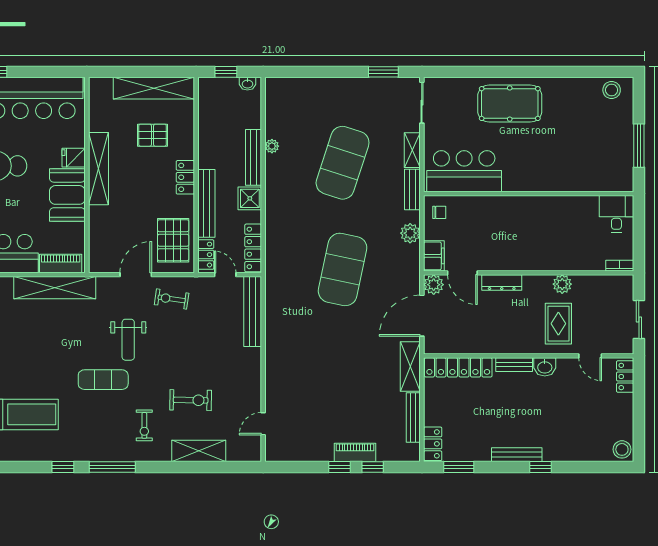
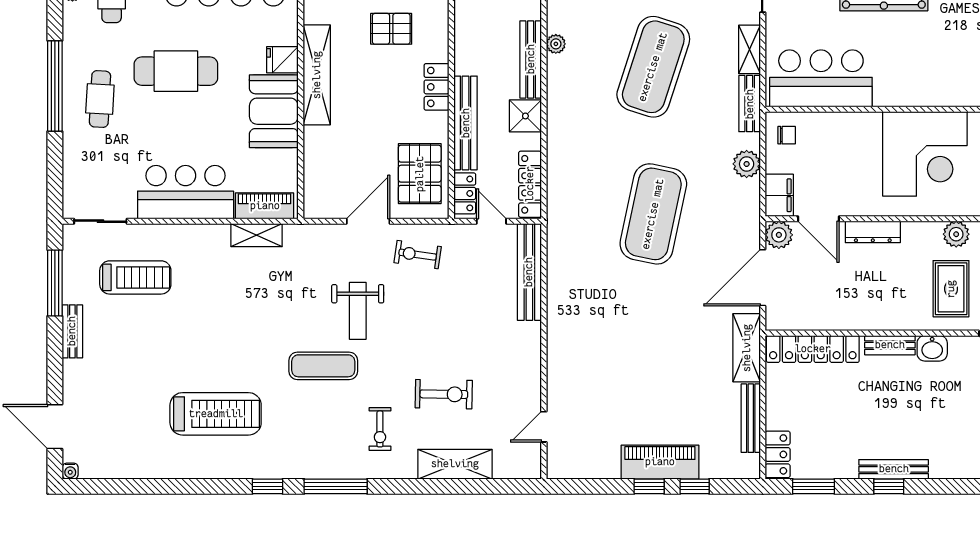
corner desk: (540, 226) -> (925, 154), added
shelving: (55, 288) -> (257, 235), width x0.45, depth x0.75
piano: (355, 452) -> (660, 462), width x1.37, depth x1.33
window: (541, 467) -> (889, 486), moved

